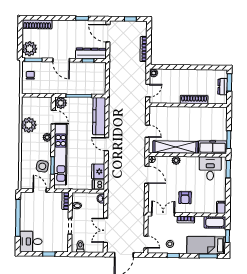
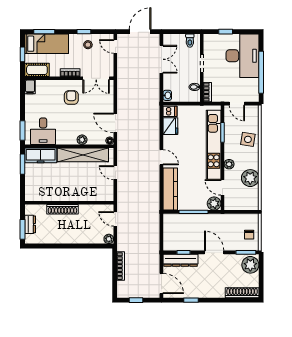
door: (148, 91) -> (115, 219), hinge flipped
side table: (42, 166) -> (248, 139), moved
desk: (31, 241) -> (242, 56), width x1.87, depth x1.30

